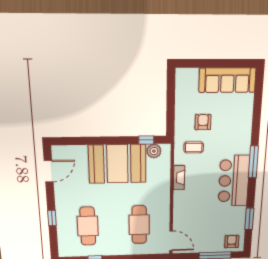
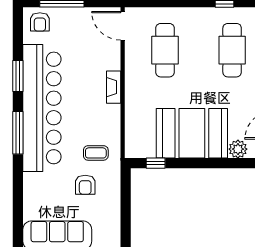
plant: (154, 151) -> (238, 149), moved
fireplace: (179, 178) -> (114, 87), moved
bar counter: (234, 181) -> (42, 108), width x1.86
window: (249, 219) -> (18, 76), moved

